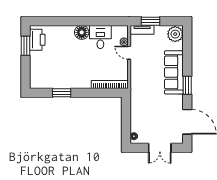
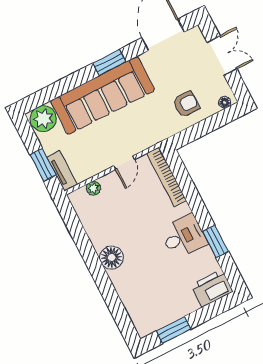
desk: (100, 37) -> (184, 237), moved, turned 180
printer: (37, 40) -> (212, 288), moved
door: (129, 53) -> (124, 163), moved
sofa: (174, 72) -> (103, 95), width x1.36, depth x1.27
armchair: (144, 115) -> (186, 104), added

